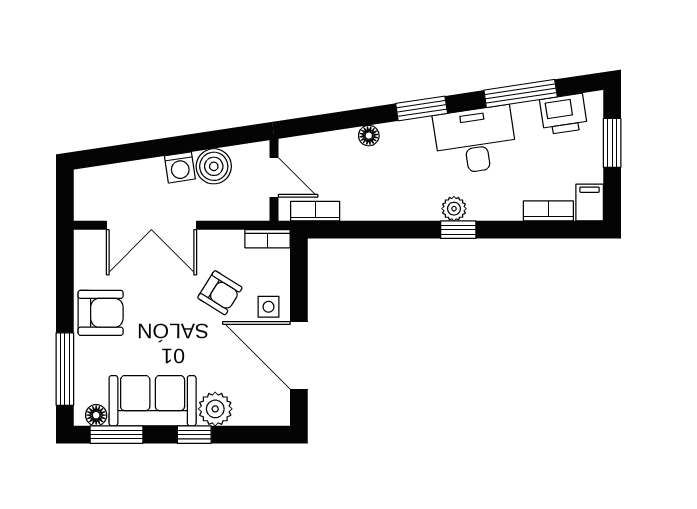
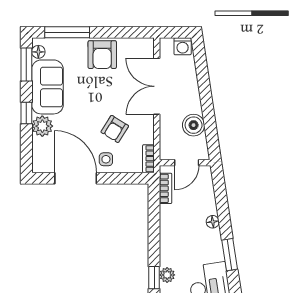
washing machine: (180, 167) -> (183, 46), moved, turned -81
door: (299, 355) -> (76, 178), hinge flipped

